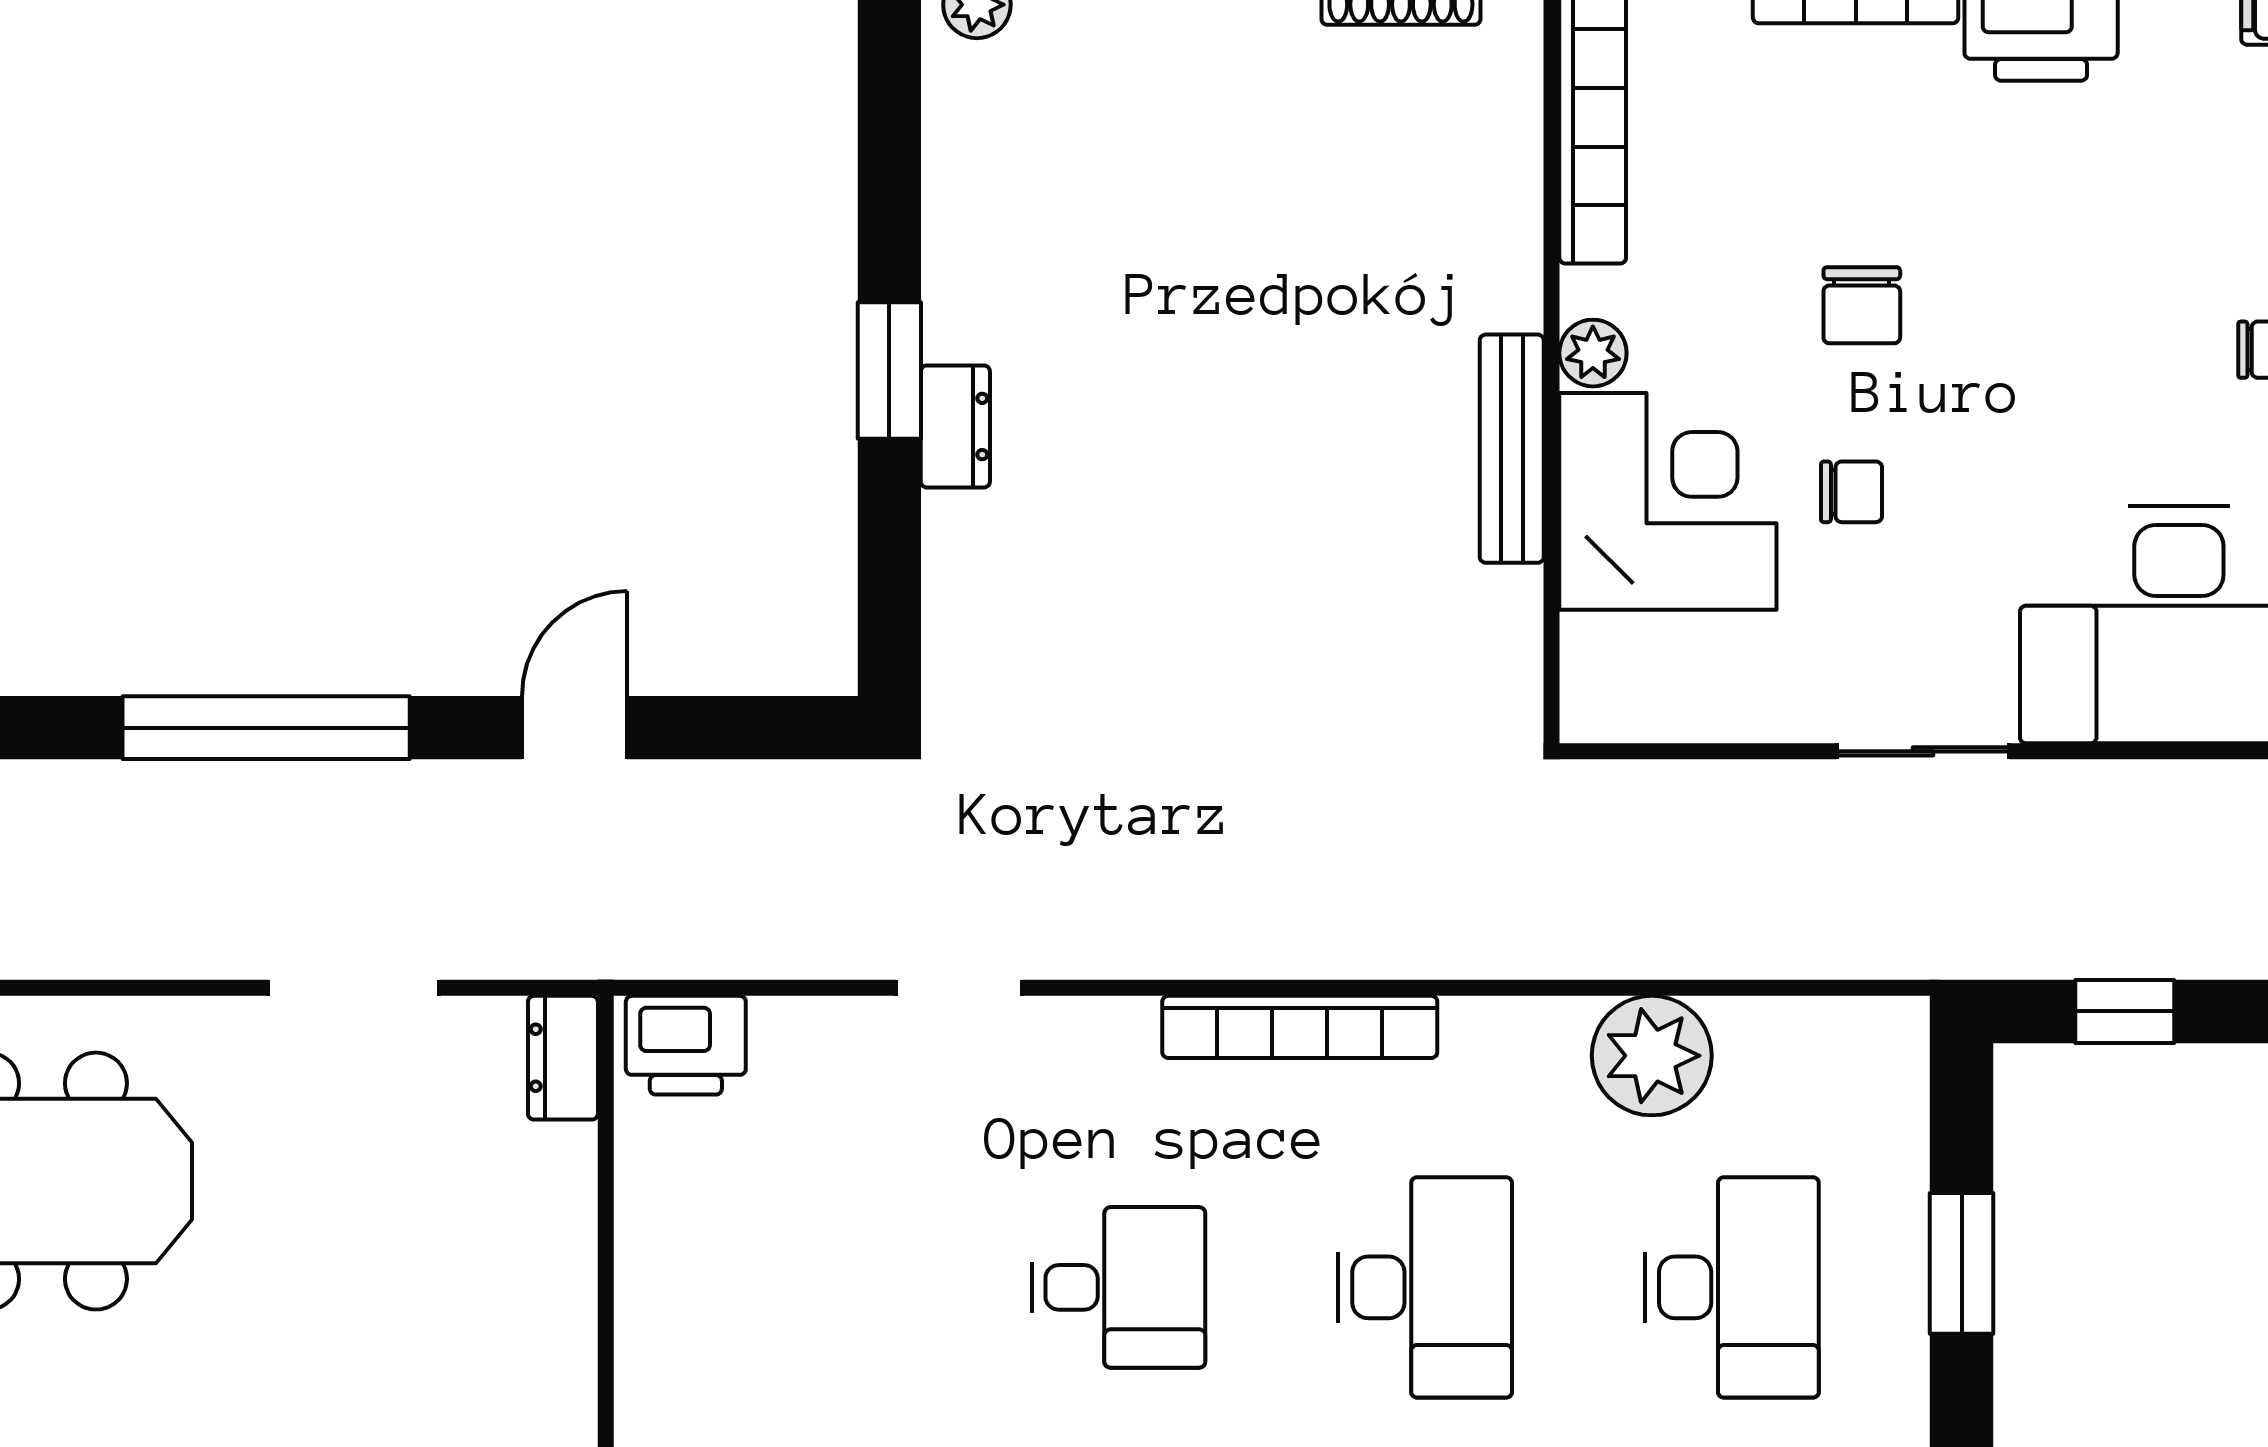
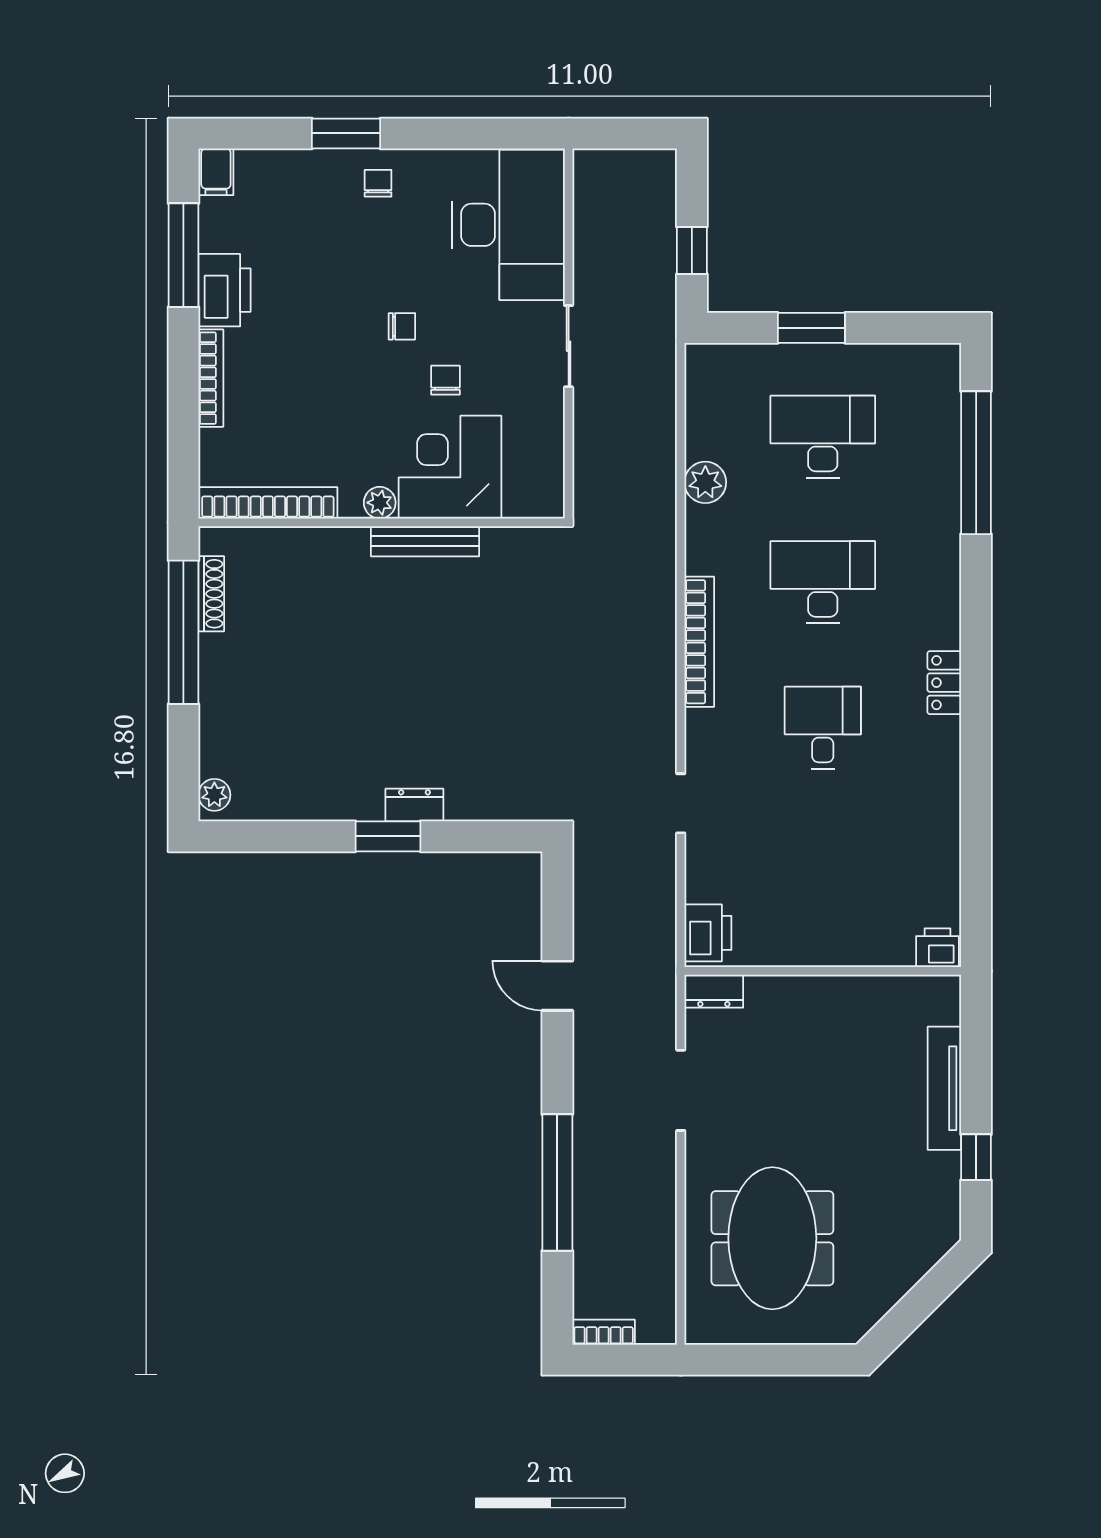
chair: (1862, 305) -> (402, 326), moved, width x0.73, depth x0.73
window: (266, 728) -> (557, 1183), moved
plant: (1652, 1056) -> (705, 482), width x0.73, depth x0.73

